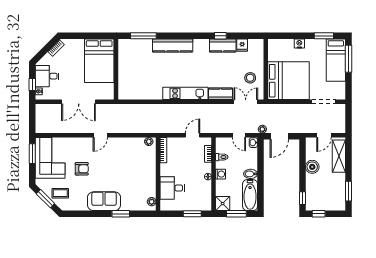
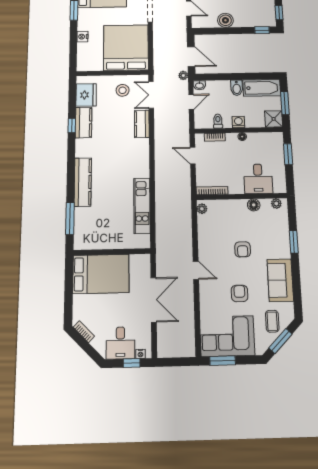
fridge: (242, 45) -> (86, 95), width x1.88, depth x1.34
kitchen unit: (185, 93) -> (142, 206), moved
armchair: (116, 173) -> (243, 249), added
floor lamp: (151, 183) -> (254, 205), added
sofa: (104, 201) -> (280, 280), moved

